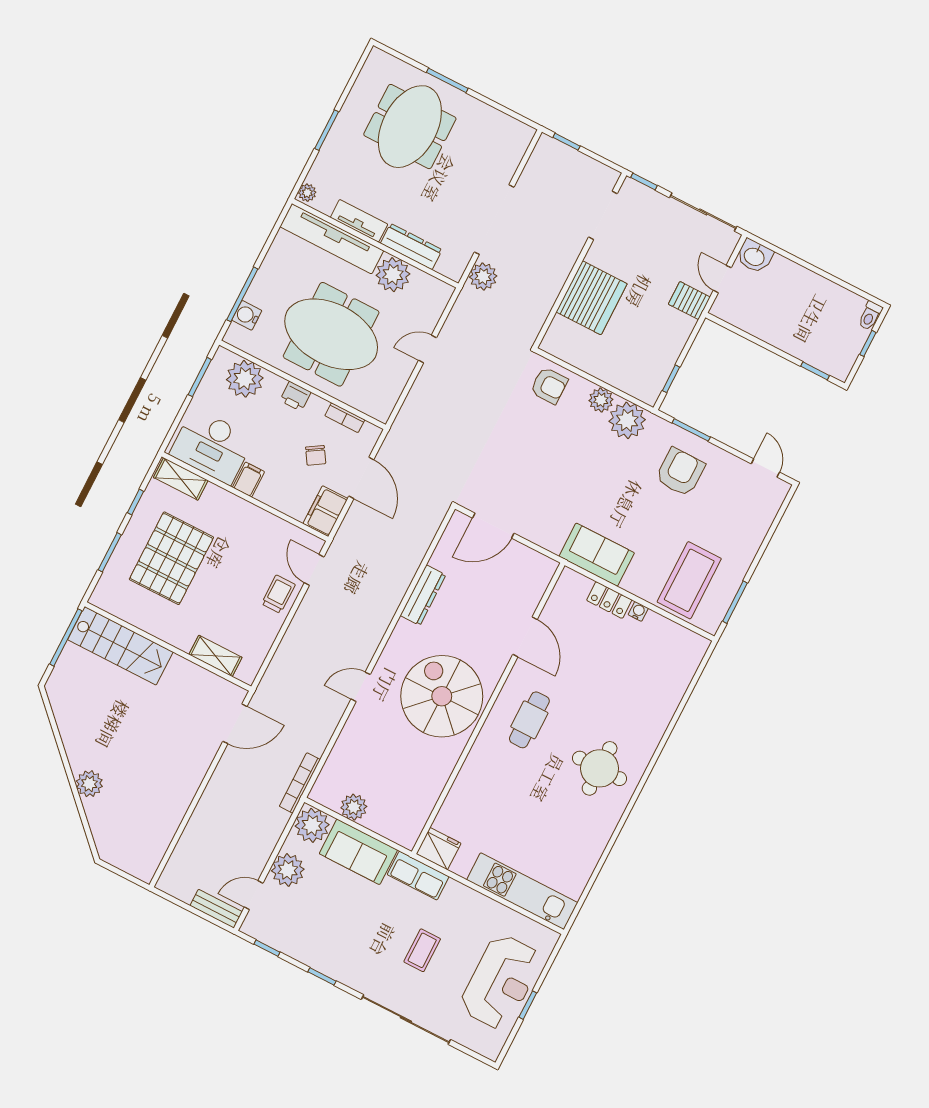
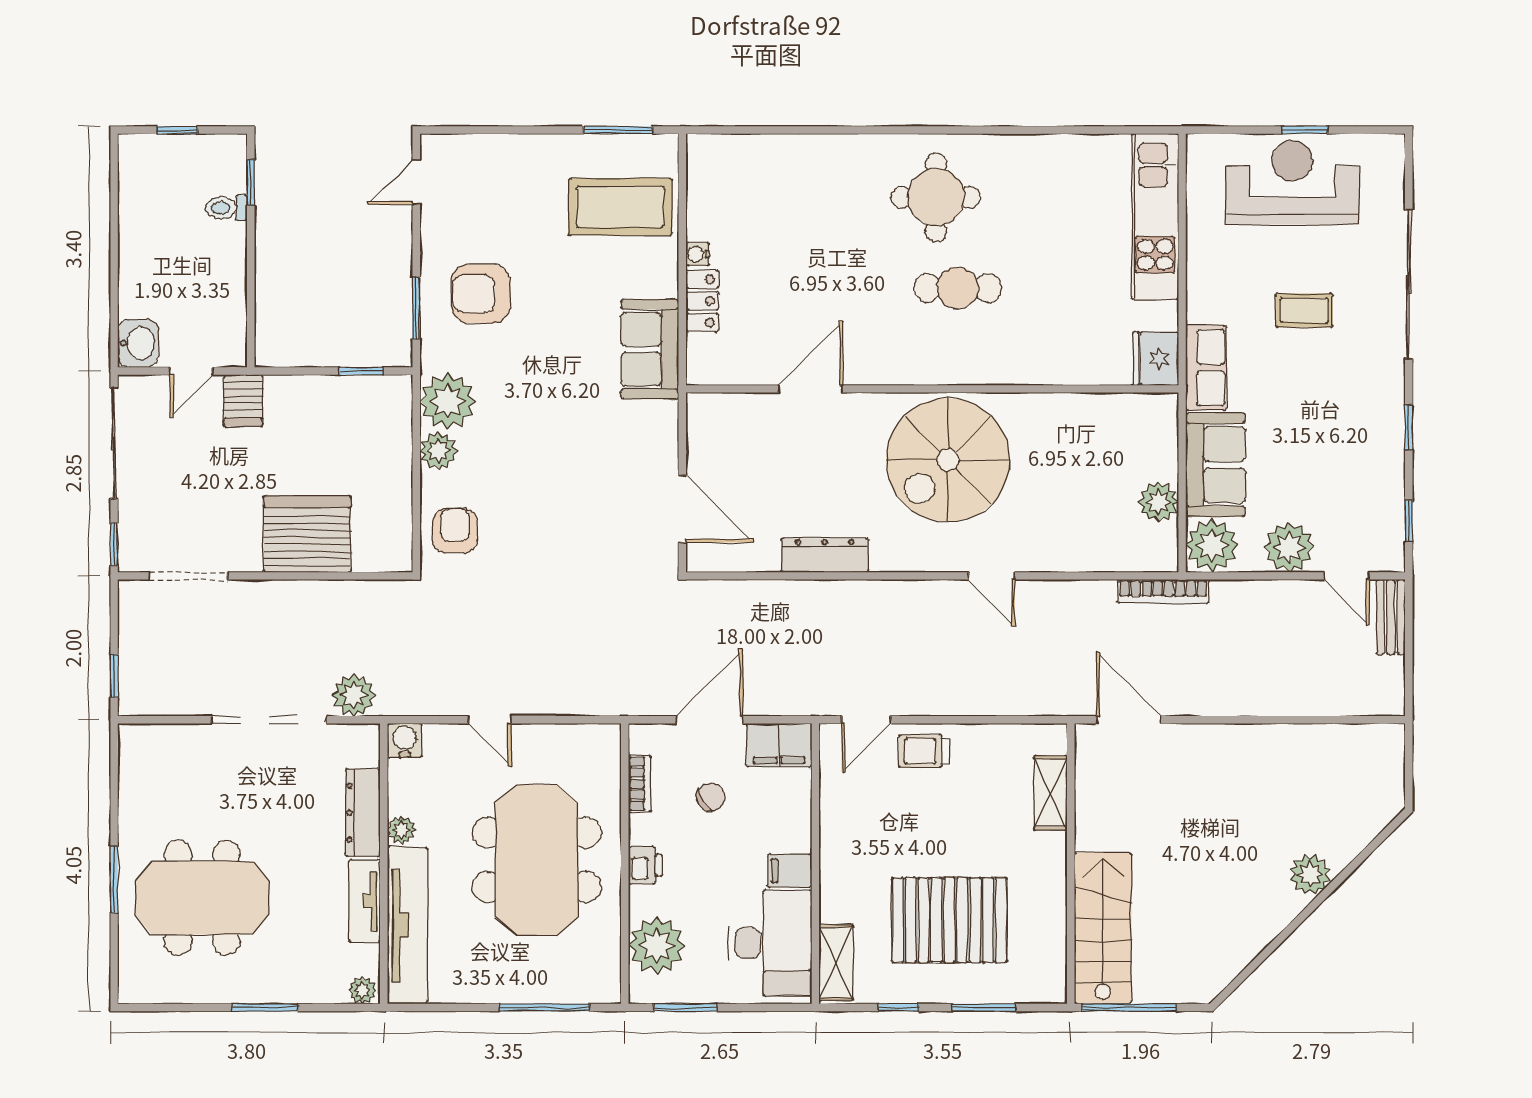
plant: (393, 275) -> (401, 830), width x0.53, depth x0.53
water cooler: (247, 315) -> (405, 740), moved, turned 180
toilet: (870, 316) -> (226, 208), moved, turned 180
cafe table: (529, 720) -> (958, 288), moved

